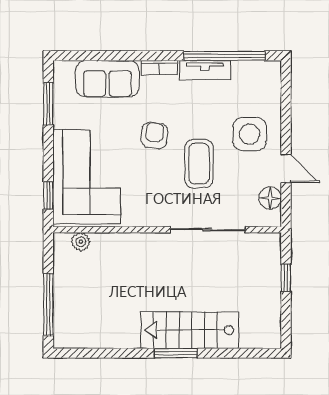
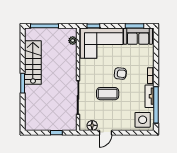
sofa: (107, 79) -> (138, 36), moved, turned -90
side table: (250, 134) -> (143, 120), moved
stairs: (190, 330) -> (33, 63), moved

